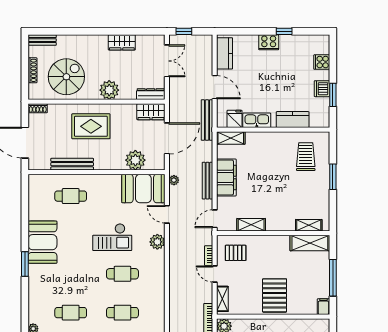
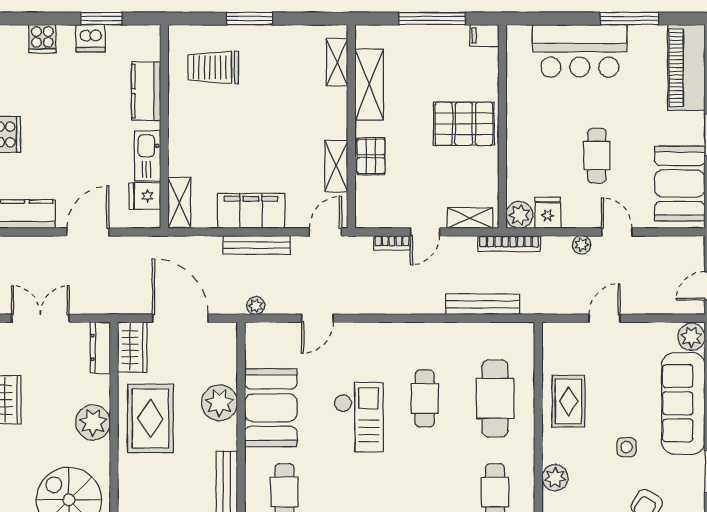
bench: (207, 120) -> (483, 304), moved
rug: (91, 126) -> (150, 418), moved
plant: (135, 160) -> (219, 403), moved
booth: (143, 189) -> (271, 408), moved
door: (215, 219) -> (325, 232), swing flipped
plant: (157, 242) -> (367, 336), removed
shelving: (310, 243) -> (369, 85), moved
pallet: (236, 253) -> (371, 156), moved
cafe table: (122, 313) -> (495, 398), width x1.37, depth x1.35

